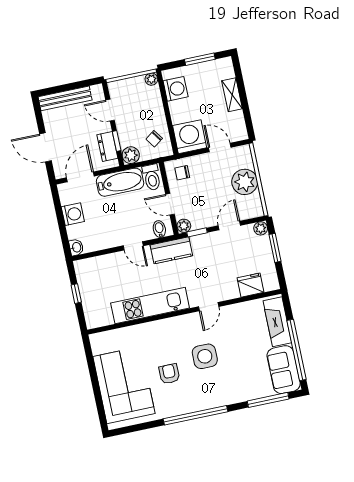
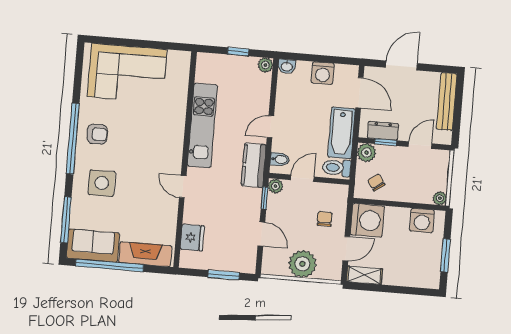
shelving: (232, 95) -> (364, 275), moved
chair: (182, 173) -> (325, 219), moved
plant: (261, 228) -> (265, 65), moved
side table: (205, 356) -> (102, 183), moved
armchair: (169, 374) -> (97, 134), moved

